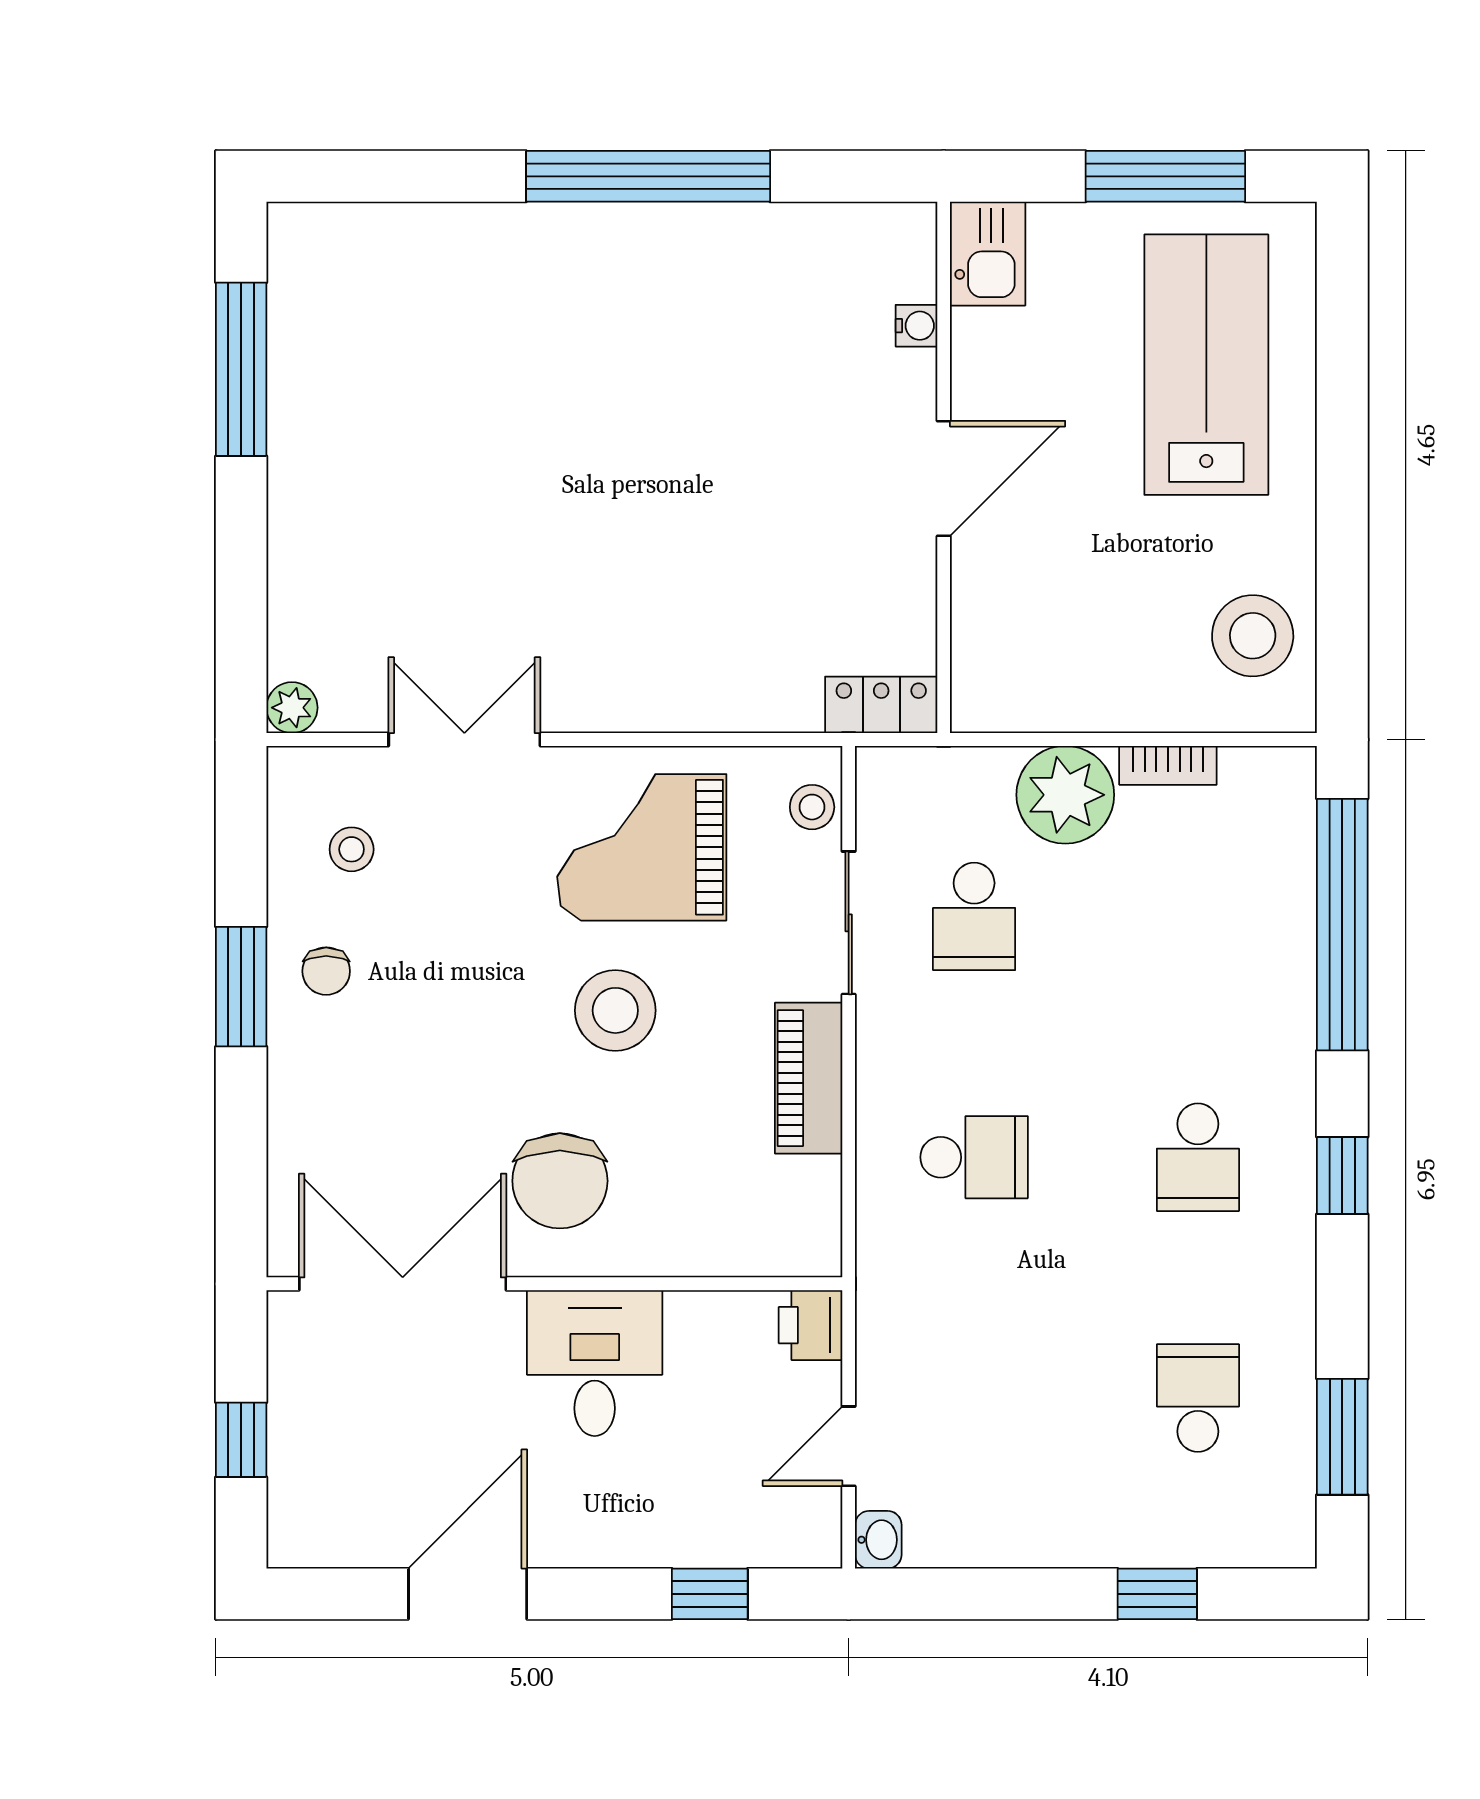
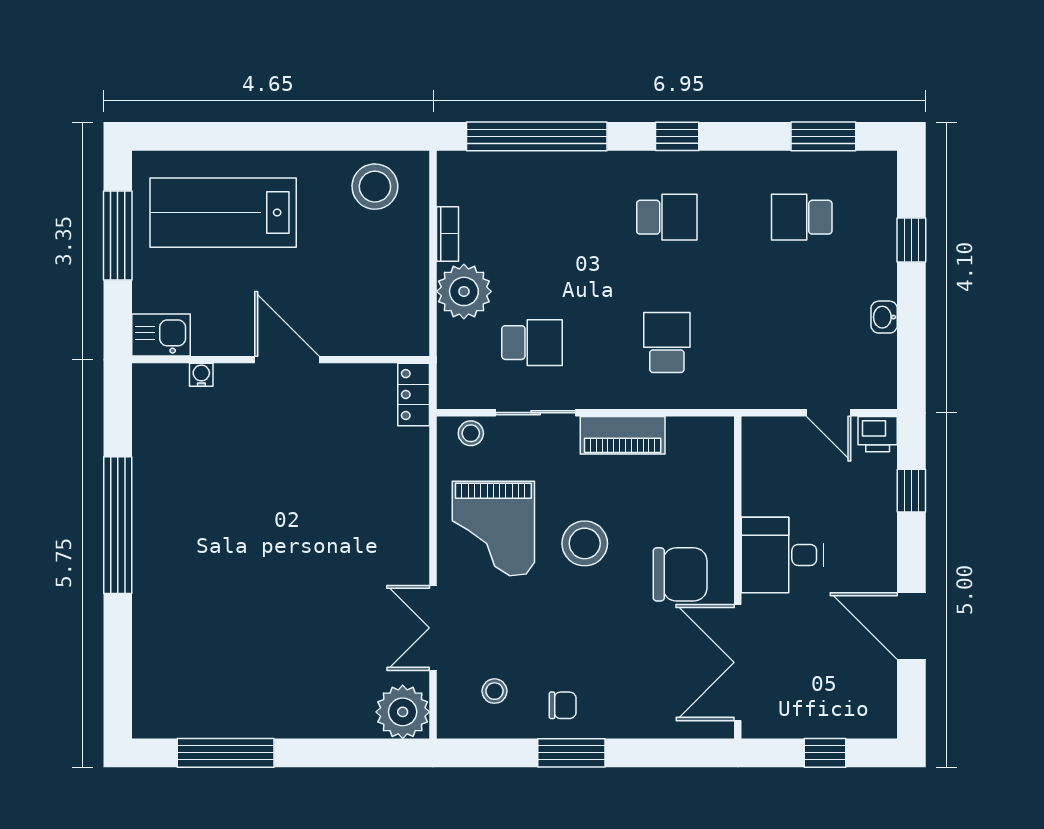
plant: (292, 708) -> (403, 712), width x1.88, depth x1.88
printer: (811, 1325) -> (878, 434), moved
washbasin: (878, 1540) -> (884, 317), moved, turned -90

